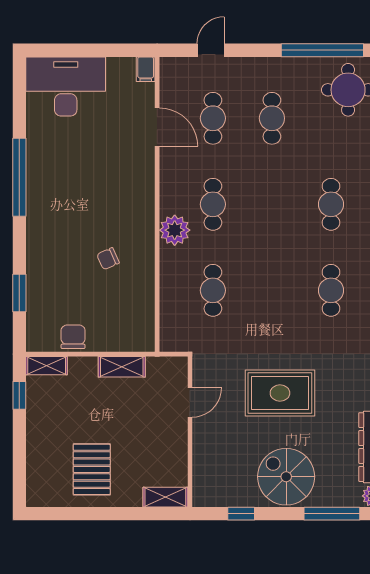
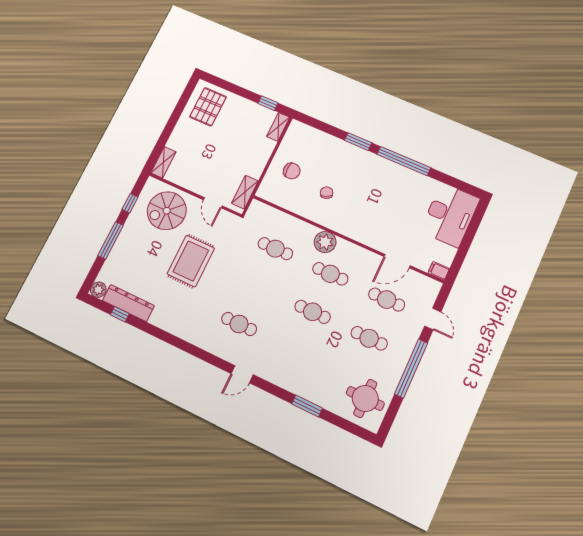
window: (322, 50) -> (411, 368), moved
cafe table: (331, 204) -> (313, 312), moved
window: (19, 293) -> (358, 142), moved
chair: (73, 337) -> (292, 171), moved
shelving: (122, 367) -> (245, 192), moved
pallet: (92, 469) -> (208, 107), moved, turned 90
spiral stairs: (286, 477) -> (167, 211), moved, turned 180
window: (332, 514) -> (111, 240), moved

